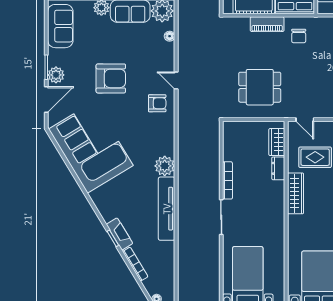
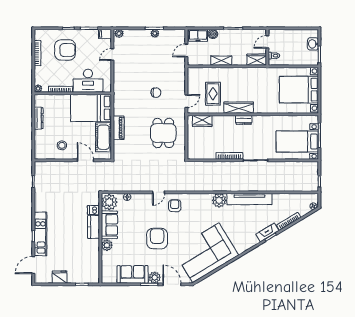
sofa: (60, 26) -> (133, 274), moved
chair: (299, 36) -> (156, 93), moved
dresser: (278, 168) -> (244, 120), moved

